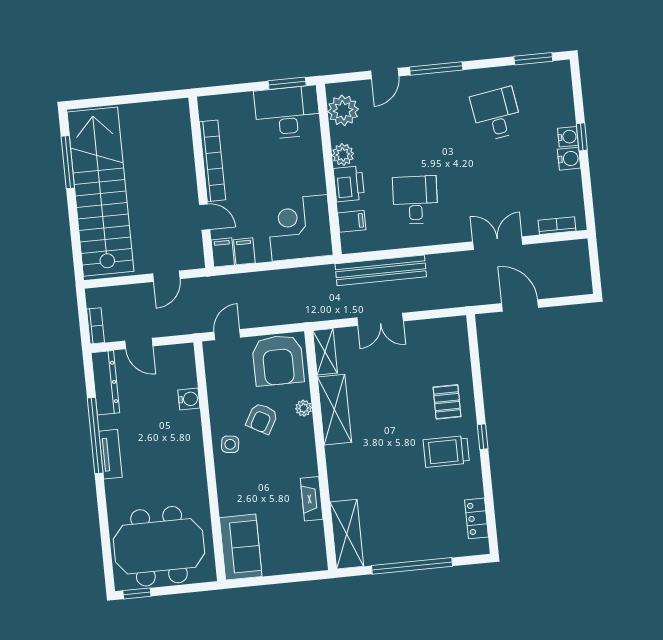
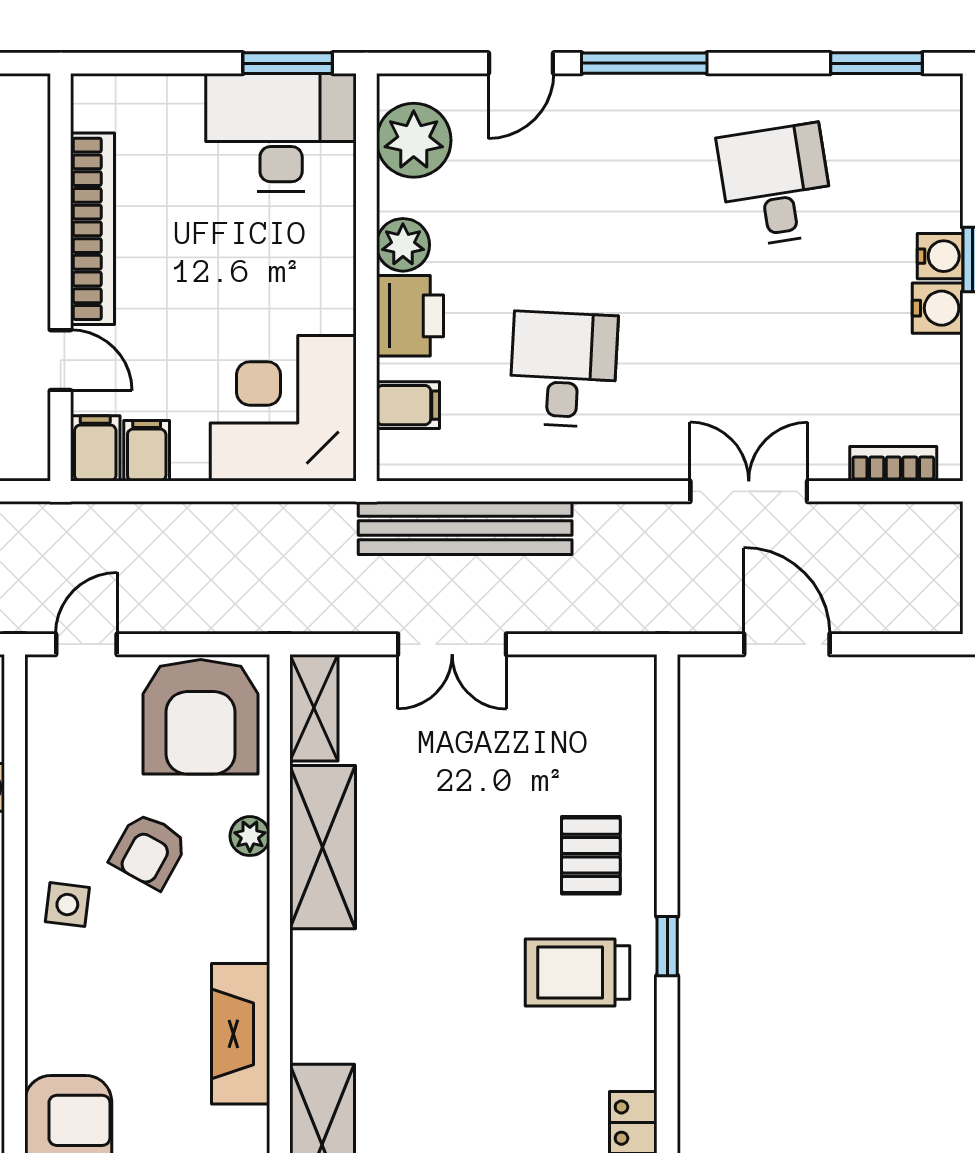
fireplace: (312, 499) -> (241, 1034), width x1.37, depth x1.32

